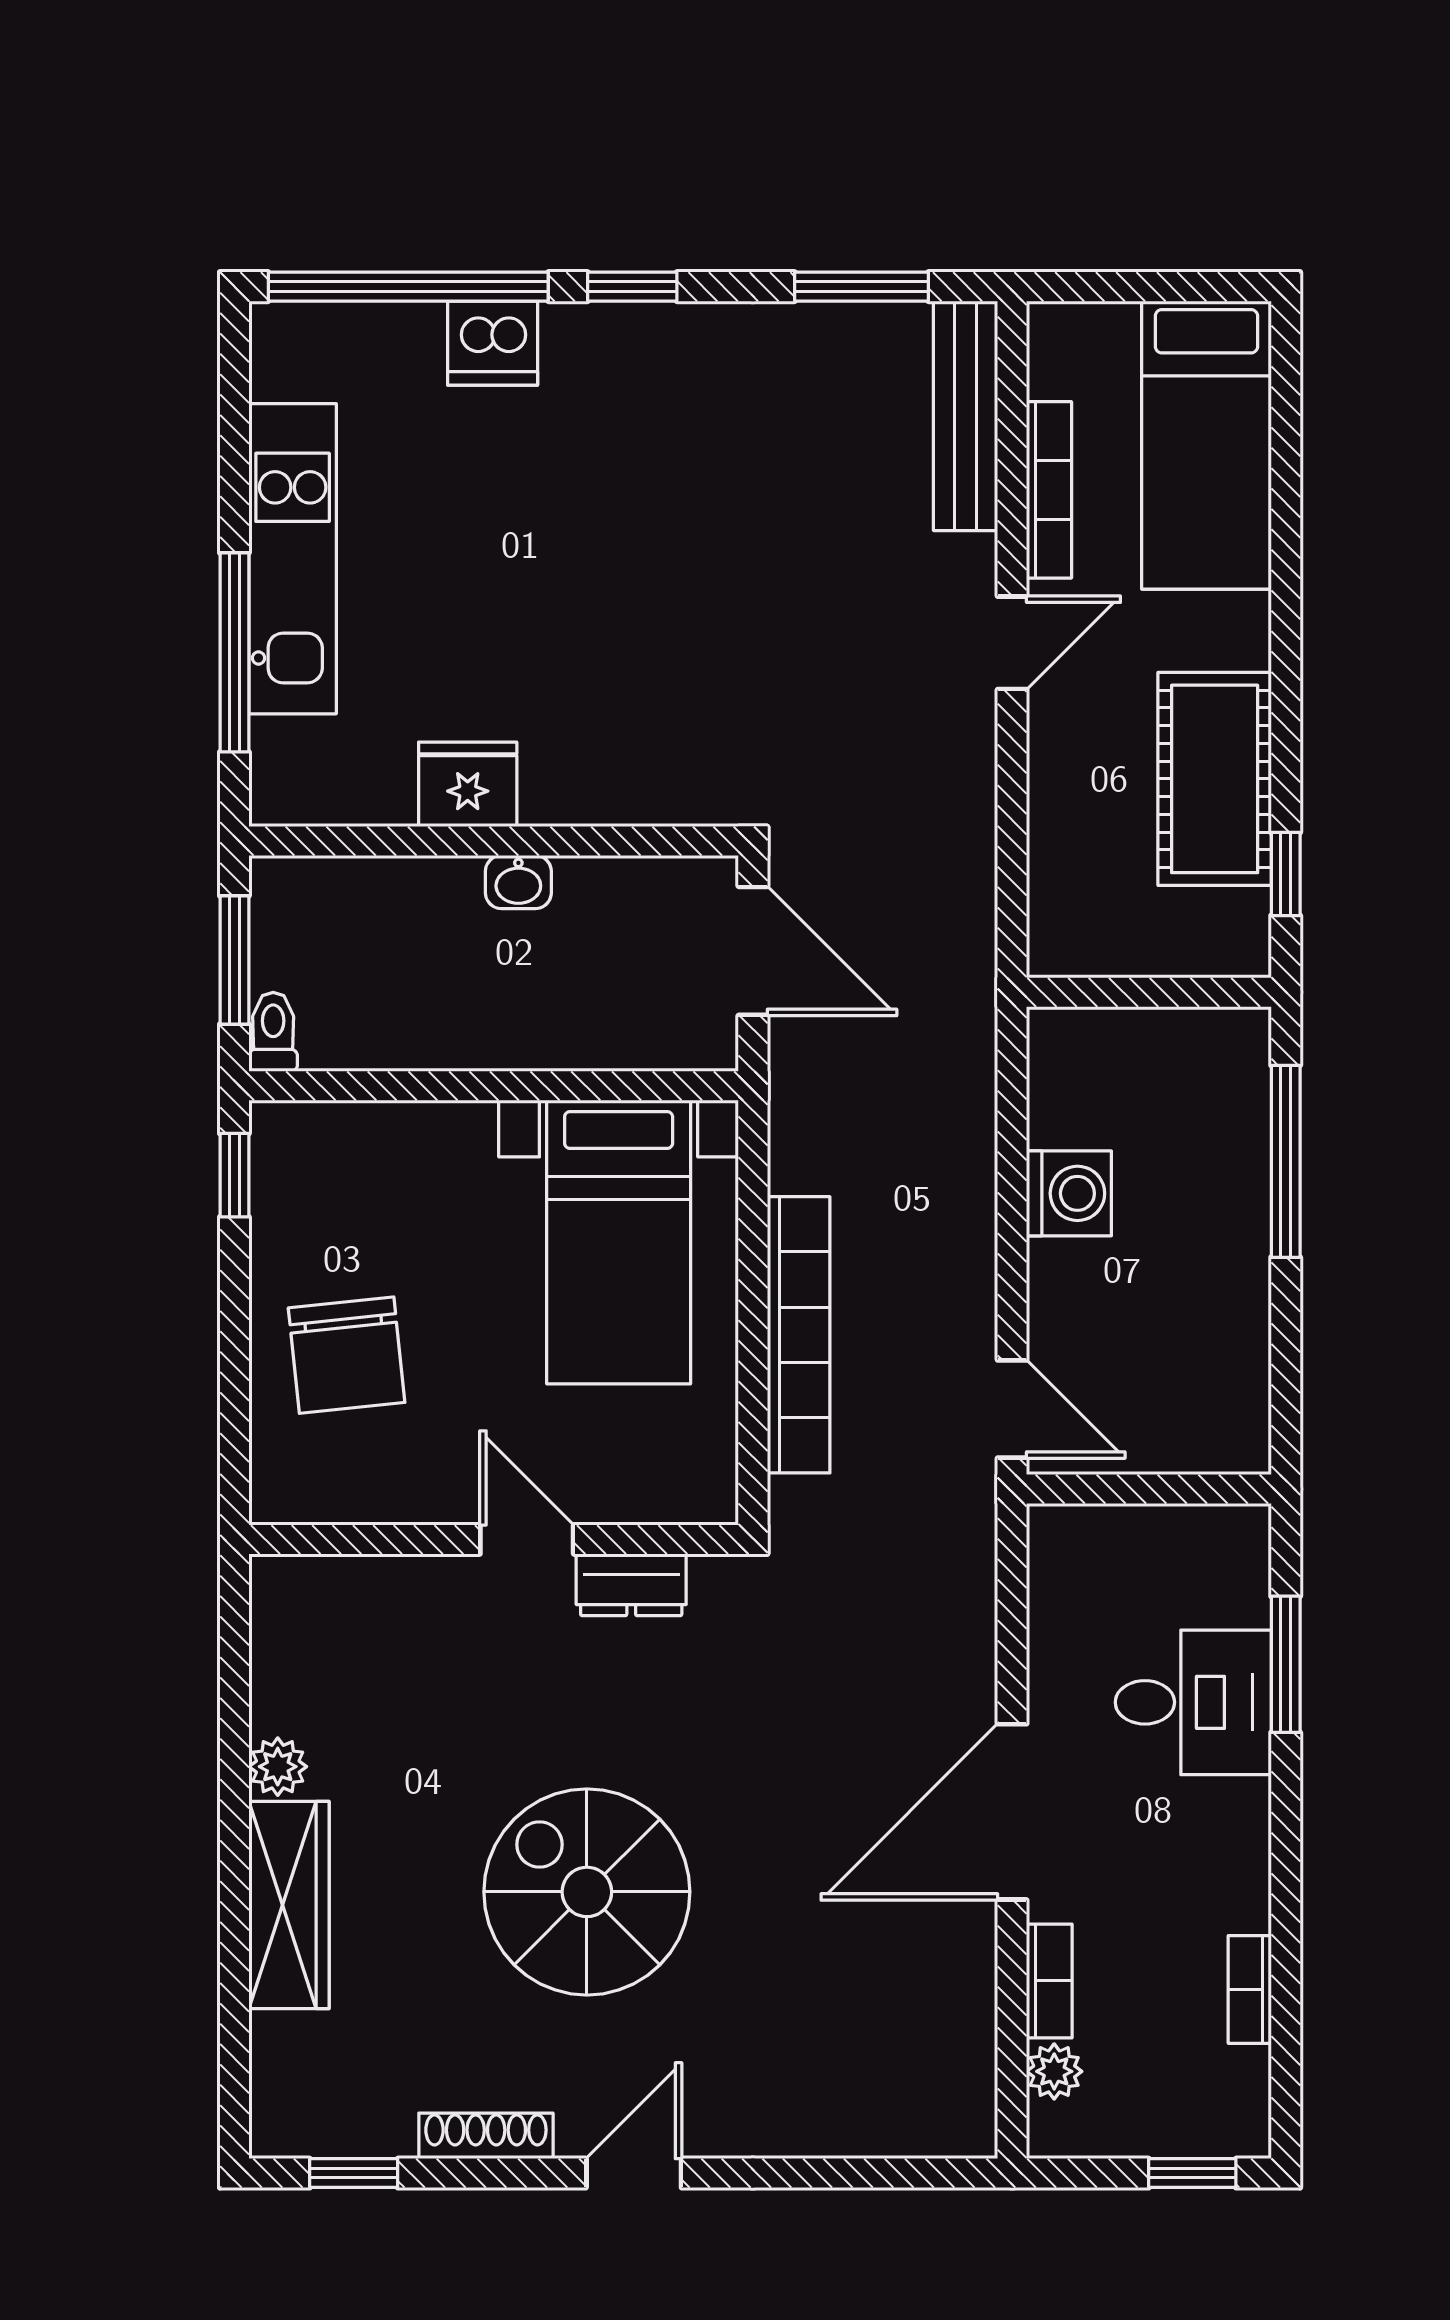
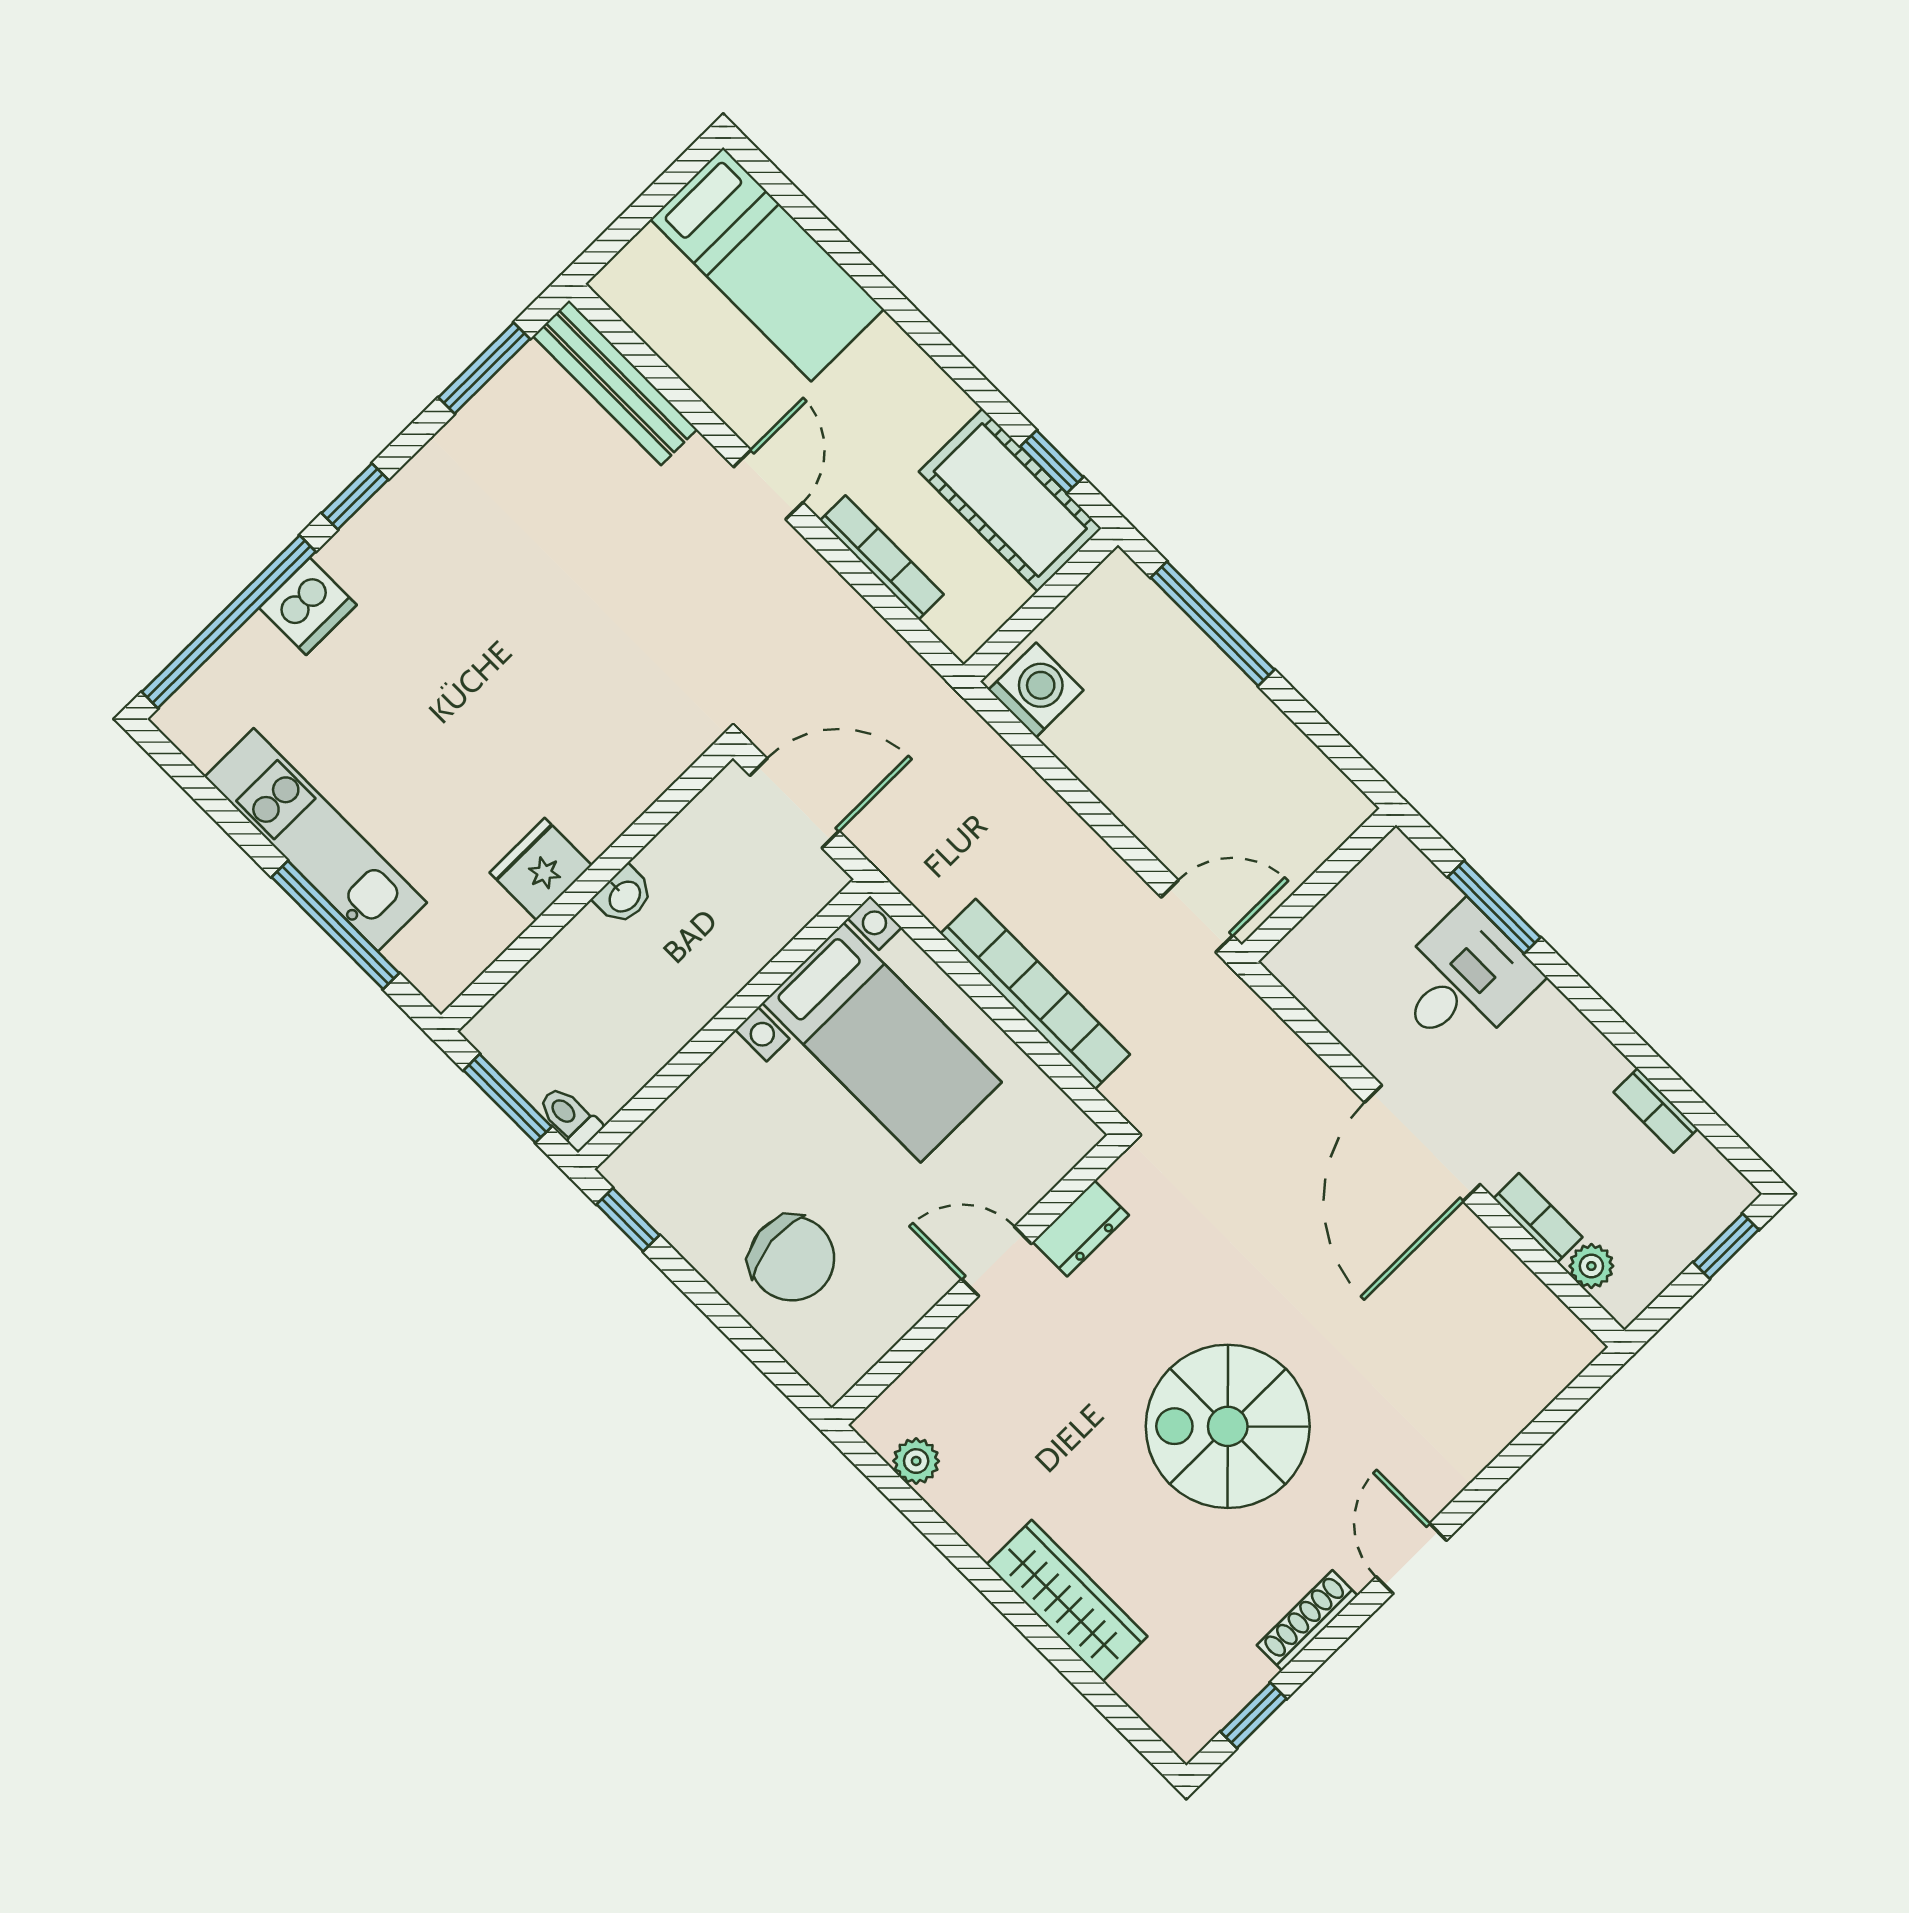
bookcase: (1049, 490) -> (882, 557), moved
cot: (1215, 779) -> (1010, 500), moved
washing machine: (1069, 1193) -> (1036, 690), moved
plant: (278, 1767) -> (916, 1461), moved

